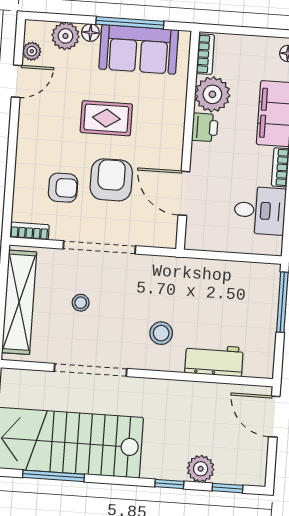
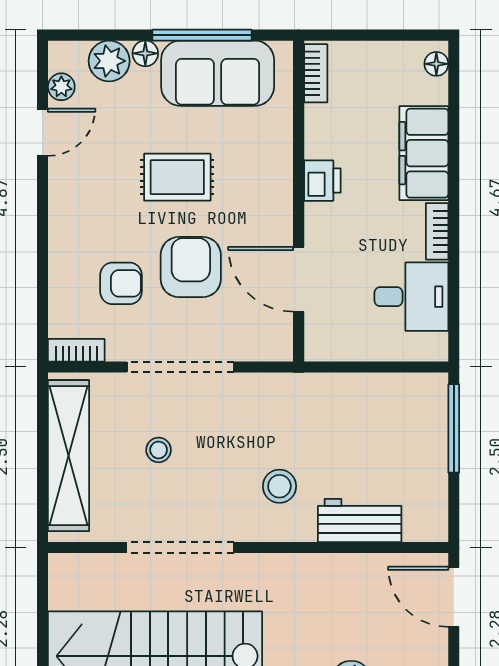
plant: (212, 94) -> (330, 131), removed

